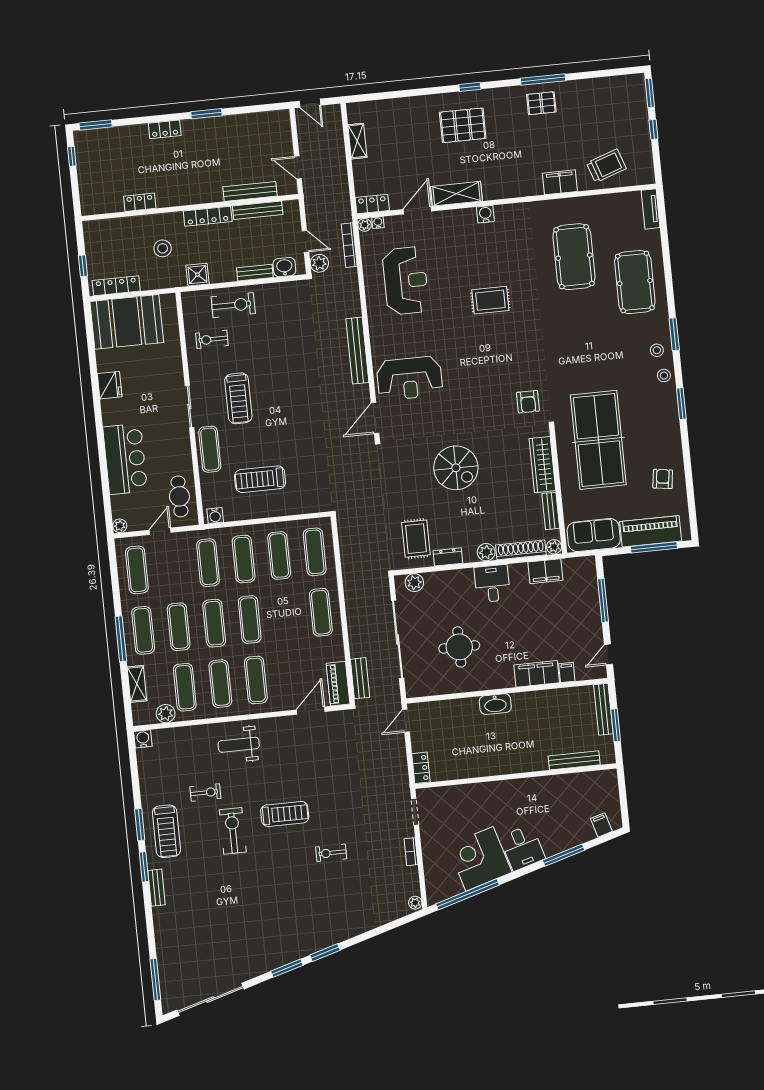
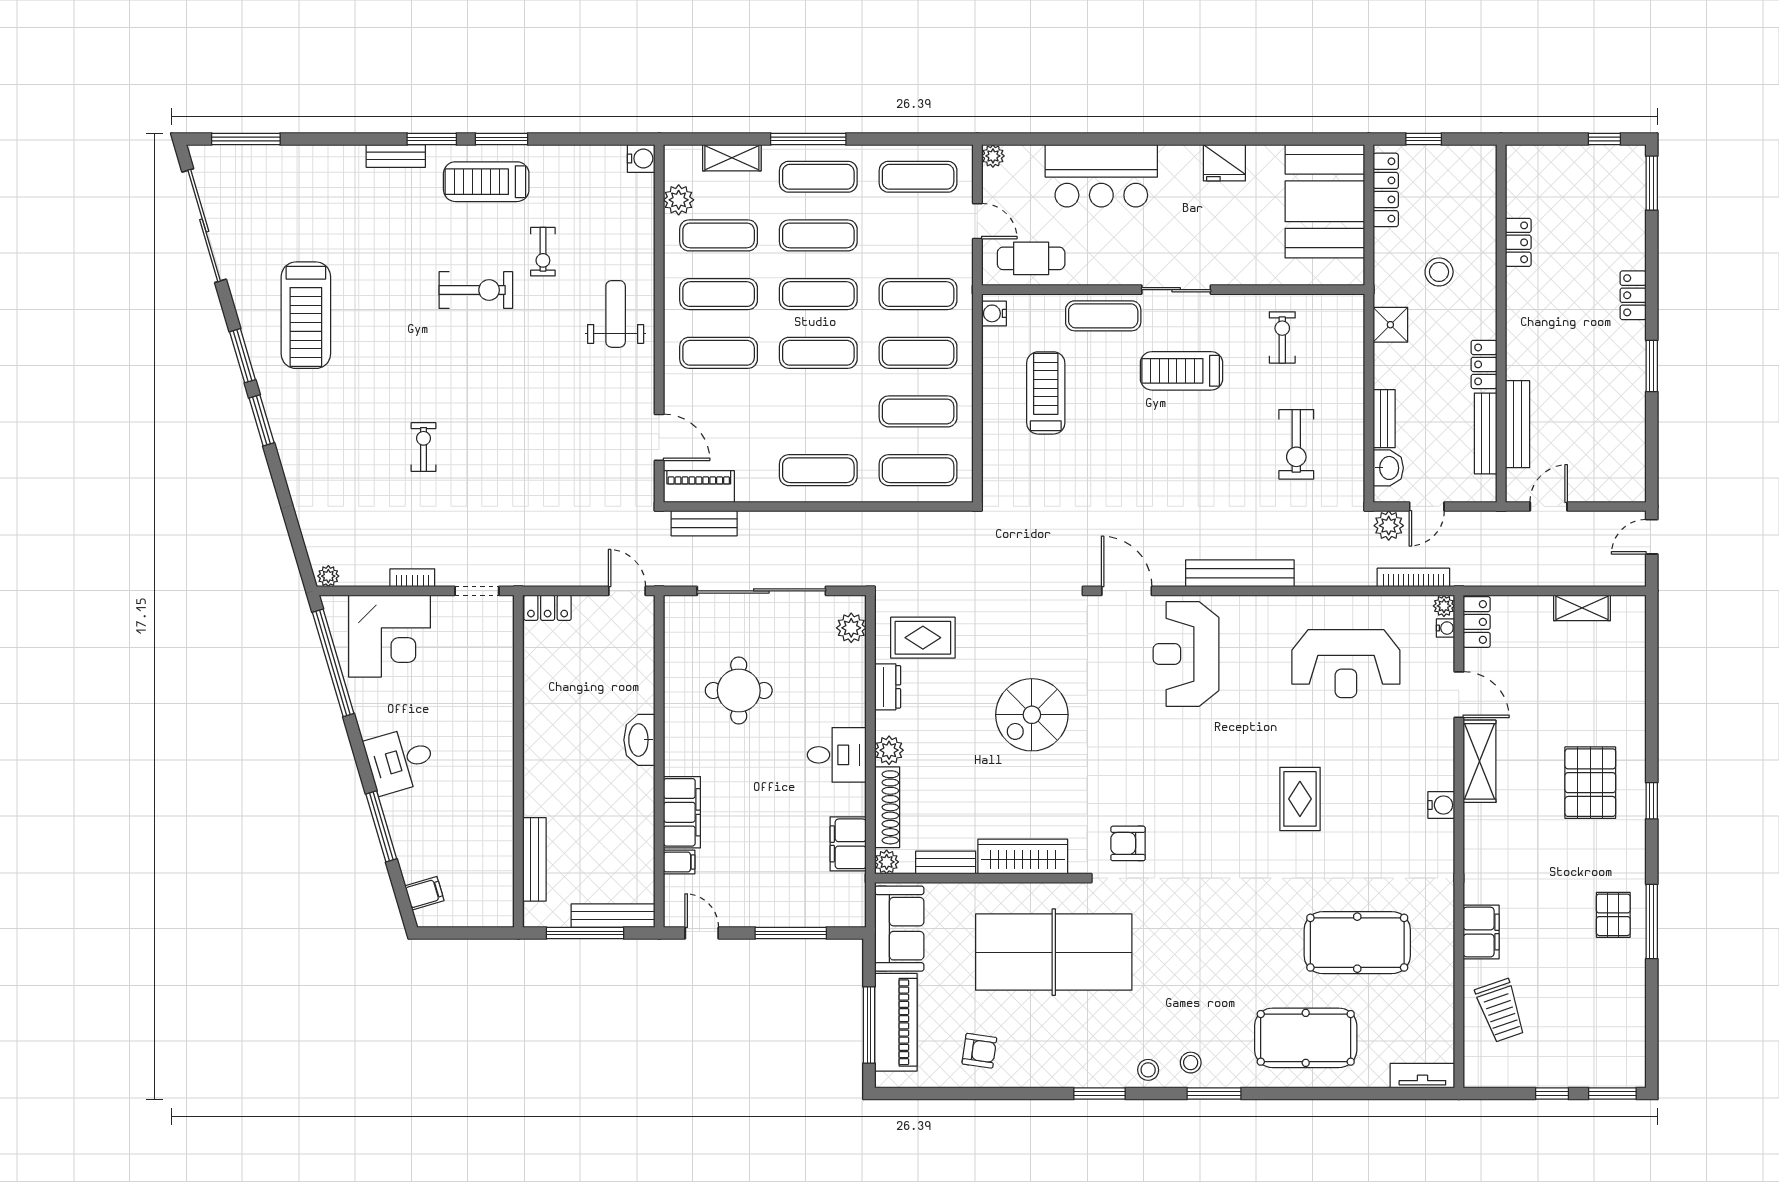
locker: (208, 216) -> (1484, 364), width x0.66
exercise bike: (233, 305) -> (1296, 444), moved
window: (616, 725) -> (585, 933), width x1.44
treadmill: (285, 814) -> (306, 315), moved, width x1.37, depth x1.38
corner desk: (480, 859) -> (389, 636), moved, turned 106

